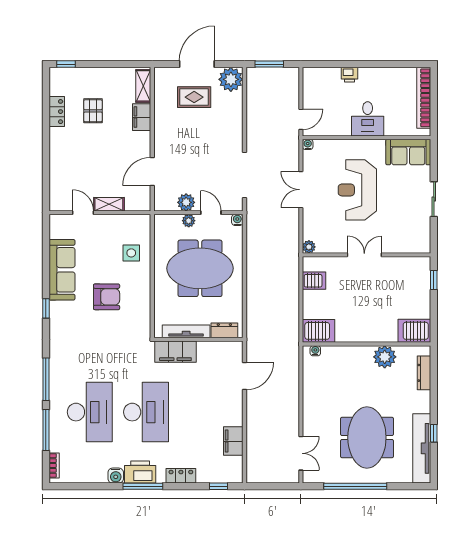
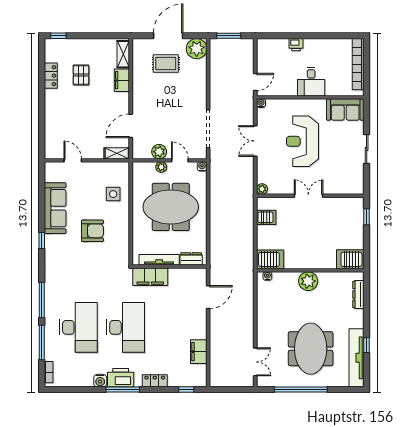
shelving: (109, 204) -> (117, 153), moved
plant: (385, 357) -> (308, 281), moved

